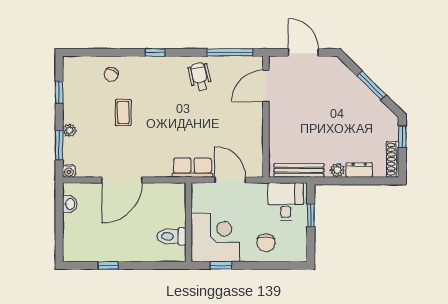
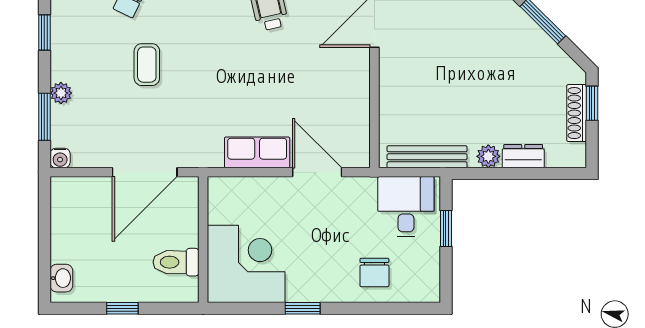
shoe rack: (393, 159) -> (577, 113), moved
washbasin: (70, 204) -> (61, 278), moved
wall: (188, 222) -> (203, 240), moved
toilet: (171, 236) -> (176, 262), moved
corner desk: (215, 238) -> (246, 264), moved

